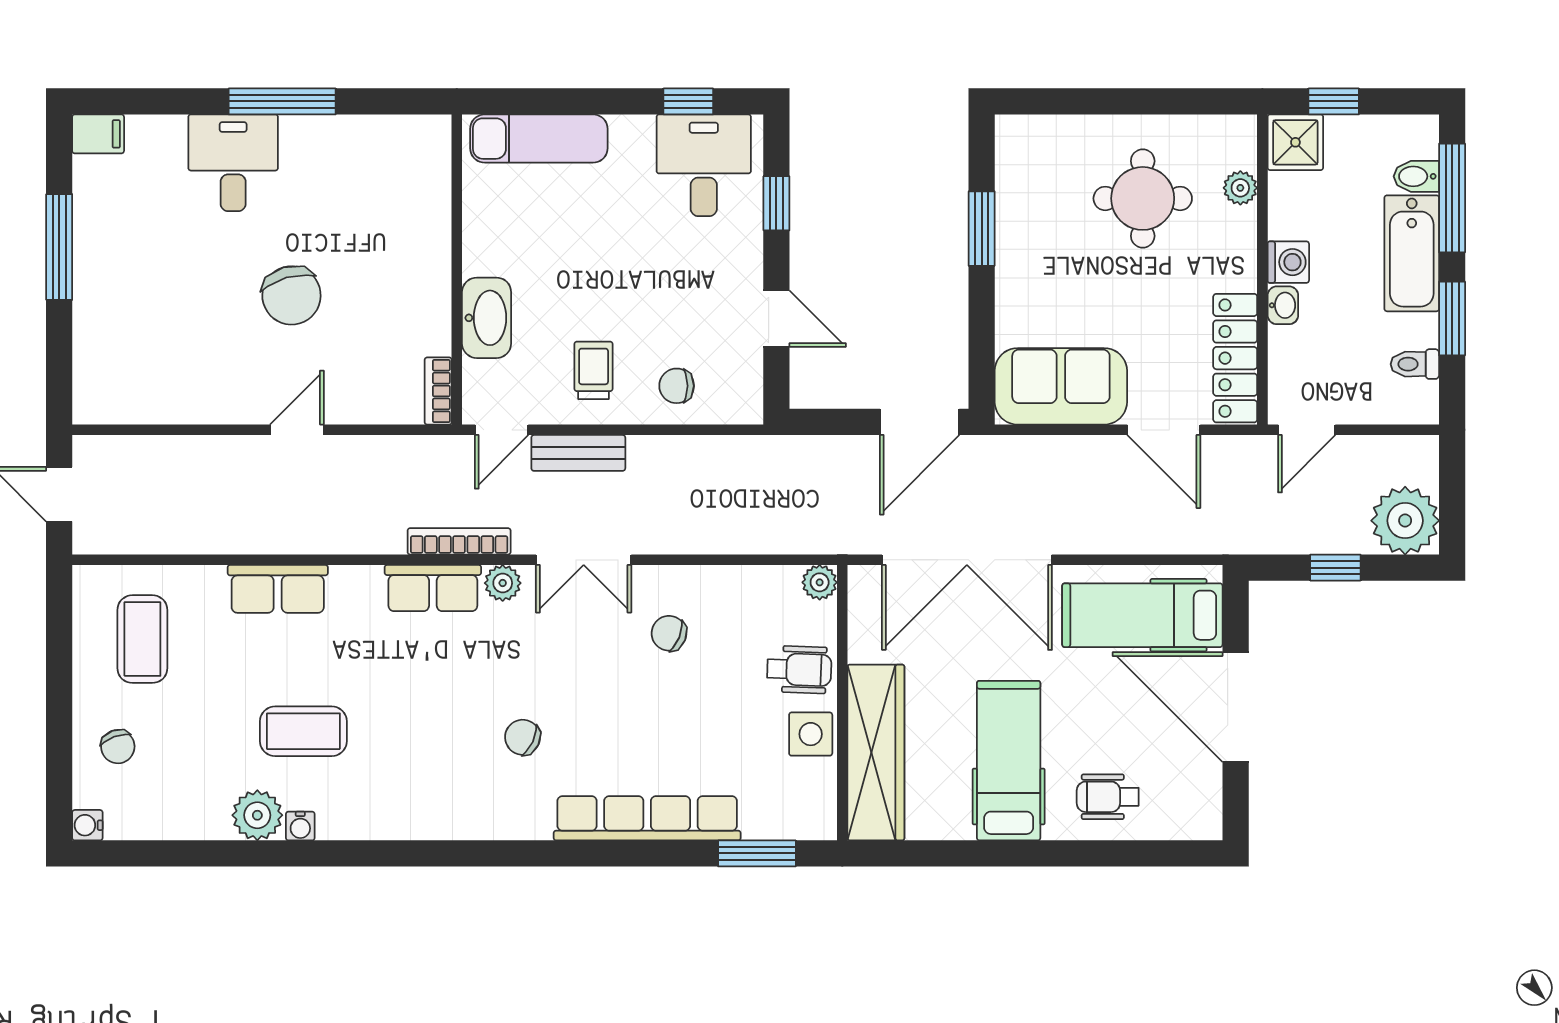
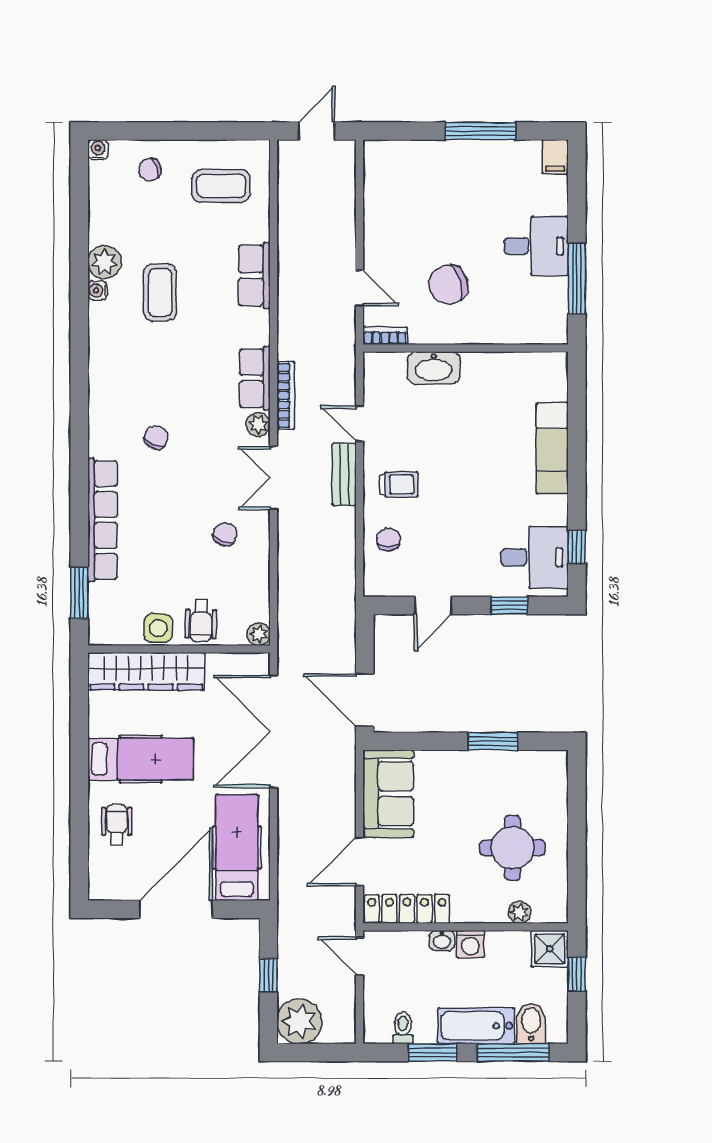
bidet: (1416, 176) -> (531, 1023), width x1.38, depth x1.36
wall: (457, 270) -> (466, 348), moved
washbasin: (487, 318) -> (434, 368), moved
bookcase: (438, 391) -> (385, 336), moved

